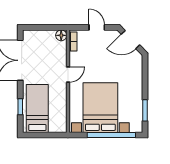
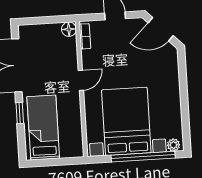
window: (20, 107) -> (20, 113), moved
window: (145, 110) -> (185, 121), removed
plant: (135, 128) -> (174, 145), added

